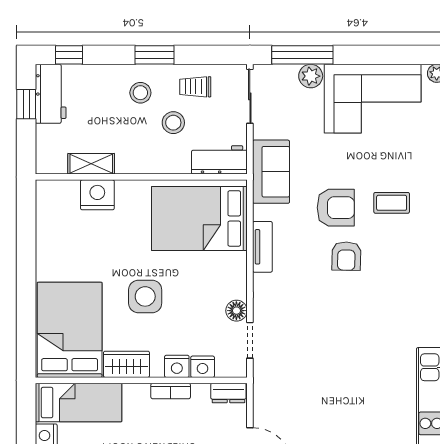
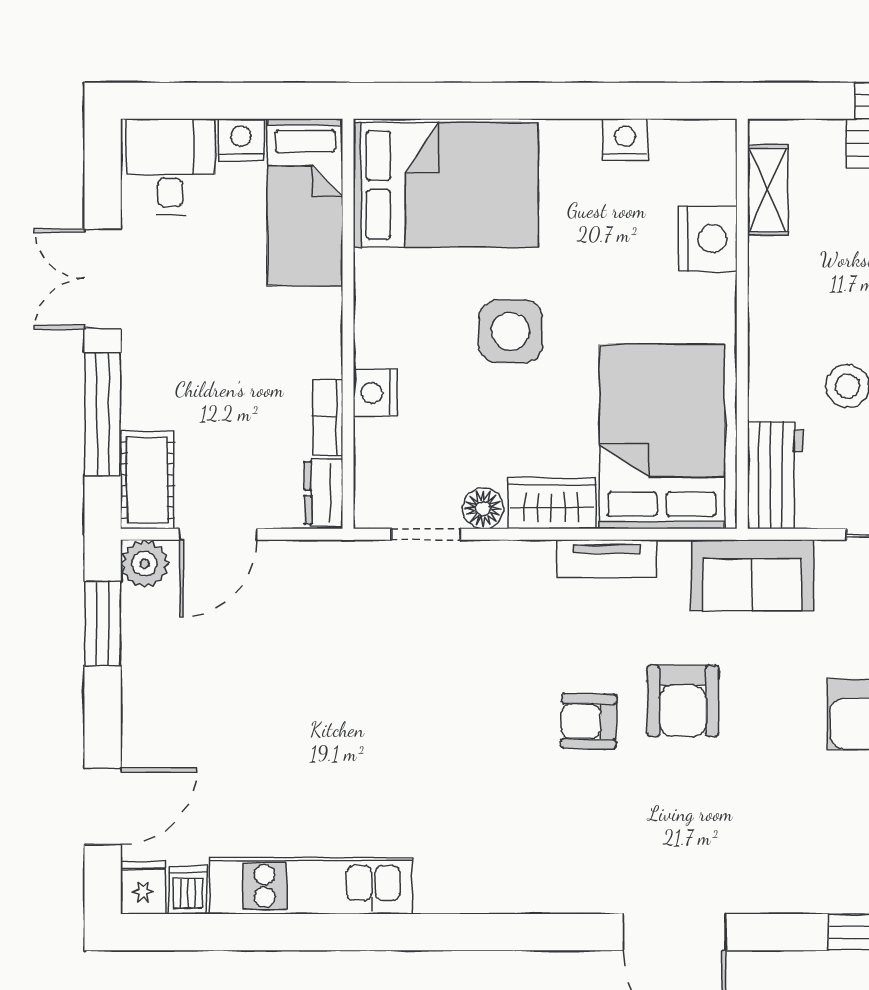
shelving: (91, 164) -> (768, 190), moved
coffee table: (392, 203) -> (692, 809), removed
wardrobe: (126, 364) -> (552, 503), moved, turned -90
nightstand: (203, 367) -> (625, 140), moved, turned 90
bookcase: (171, 391) -> (327, 417), moved

